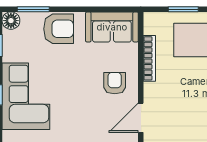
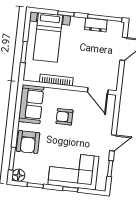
armchair: (59, 29) -> (28, 142), turned 180
armchair: (115, 83) -> (64, 117), moved

